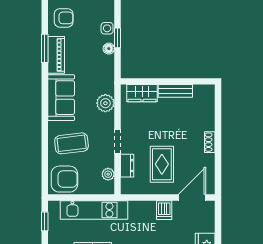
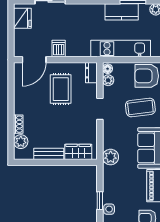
floor lamp: (109, 49) -> (108, 69), moved
plant: (105, 103) -> (111, 157), moved
plant: (207, 105) -> (21, 142), added
shoe rack: (210, 142) -> (18, 124), moved
dresser: (127, 166) -> (91, 73), moved

